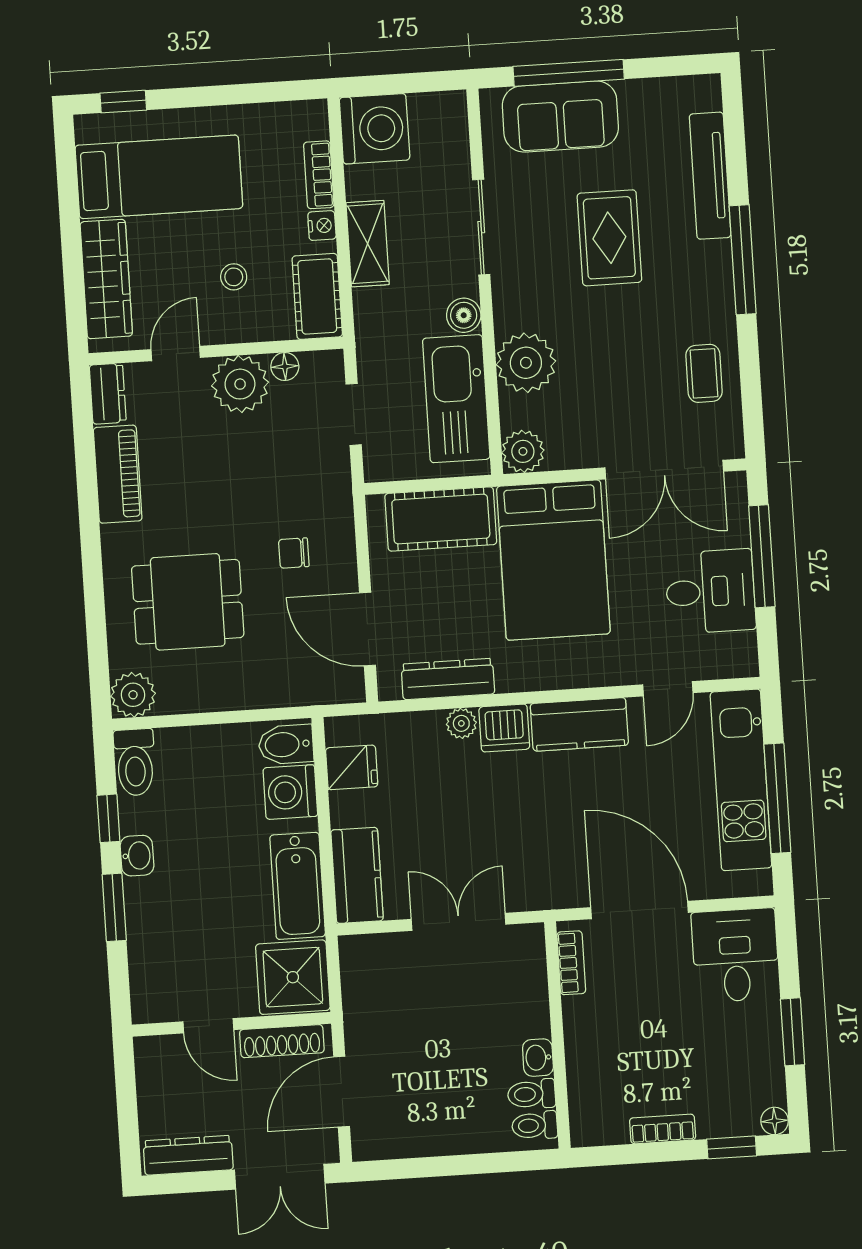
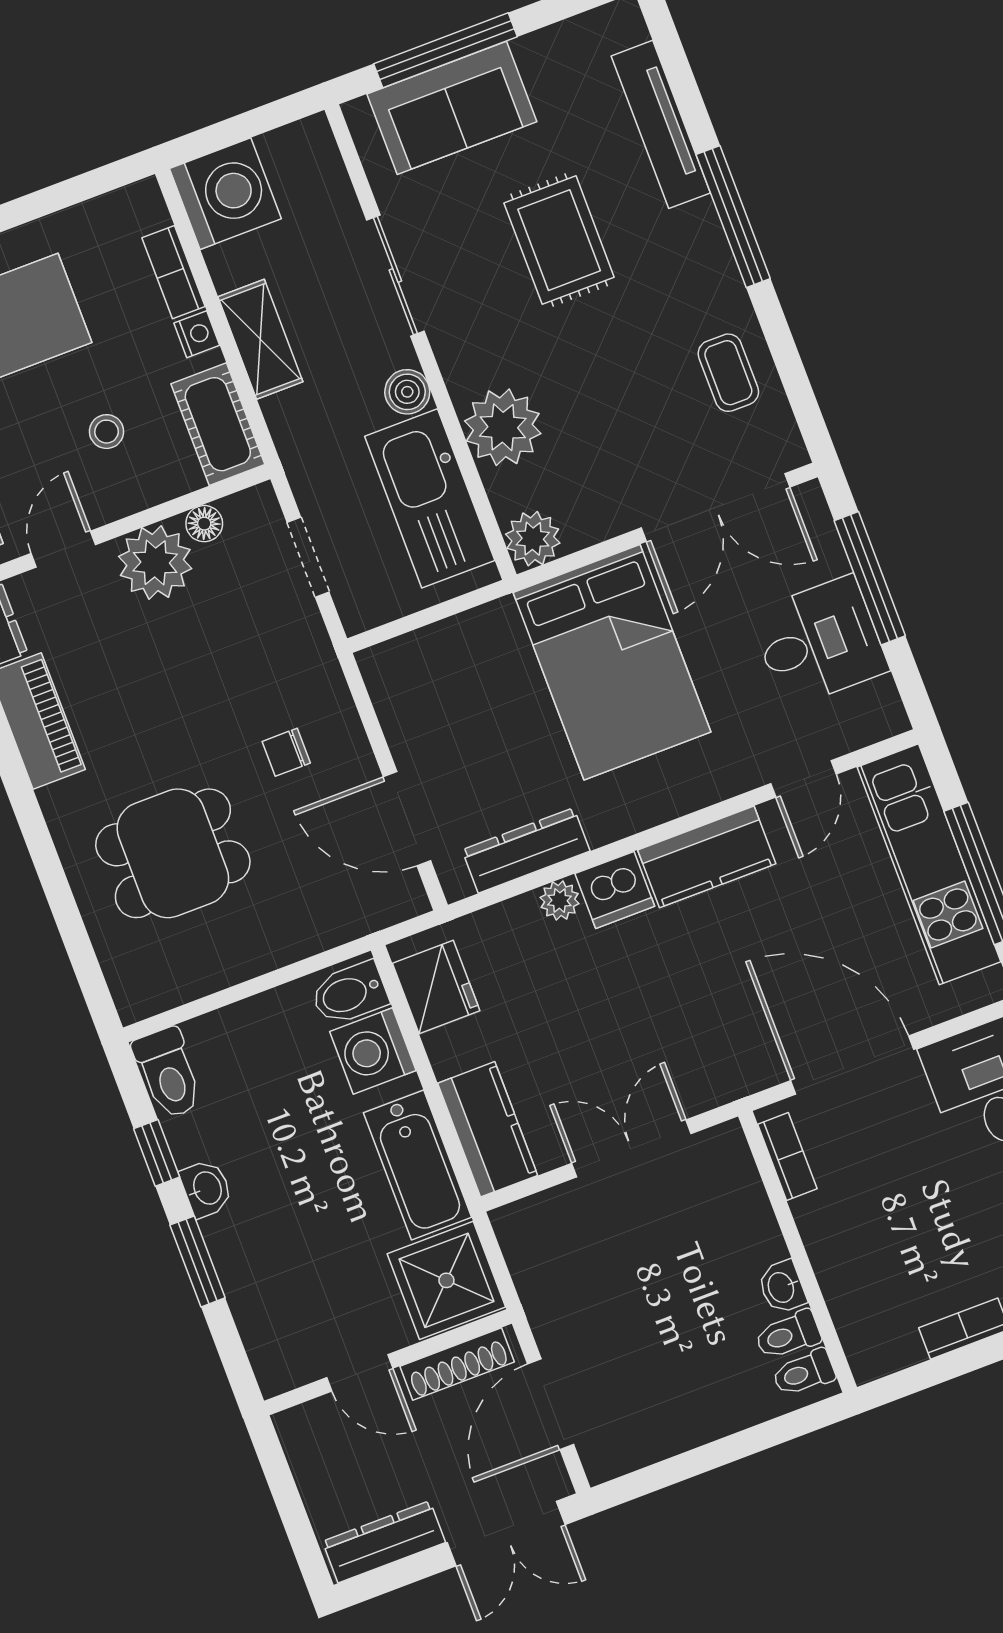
cot: (441, 519) -> (456, 654), removed
plant: (133, 695) -> (140, 990), removed
fridge: (352, 767) -> (436, 987), width x1.38

